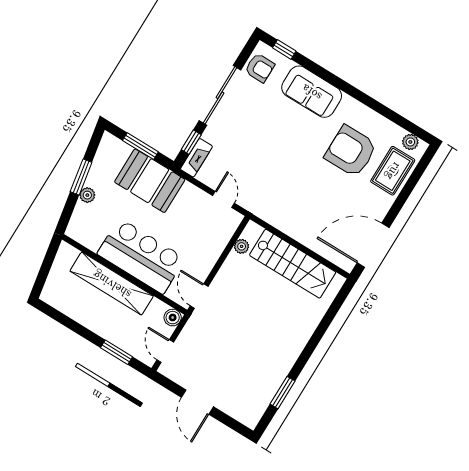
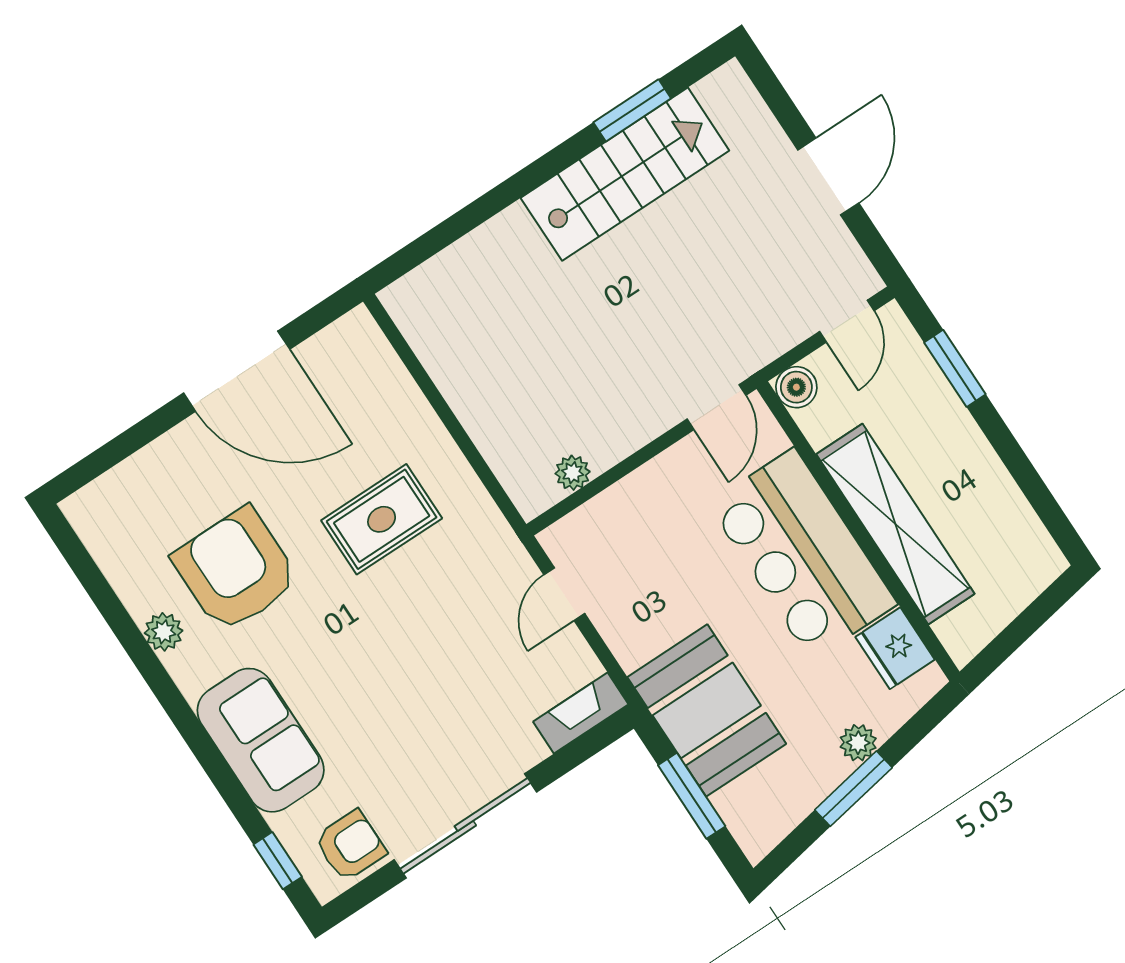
armchair: (260, 68) -> (350, 846), turned 90
window: (191, 142) -> (576, 753), removed
plant: (410, 142) -> (164, 632), moved
armchair: (351, 151) -> (236, 570), turned 180
rug: (393, 171) -> (382, 519), moved
fridge: (90, 237) -> (895, 648), added
door: (373, 245) -> (237, 371), moved
stairs: (293, 264) -> (625, 174), moved, turned 90

